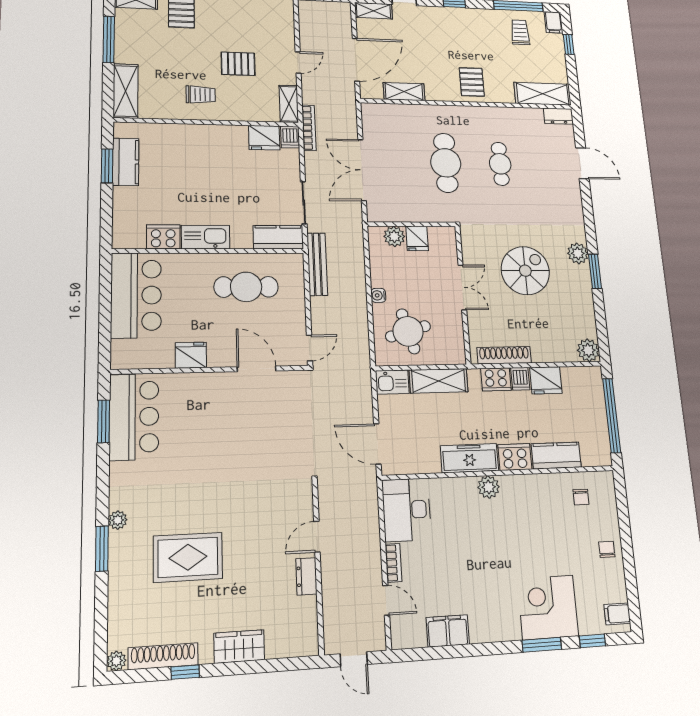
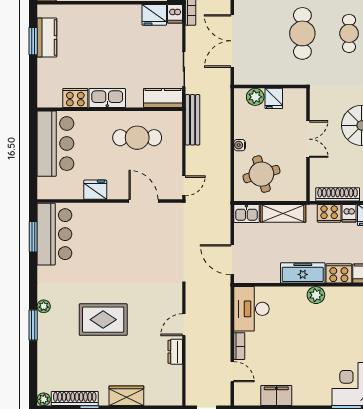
rug: (188, 557) -> (103, 320), moved

